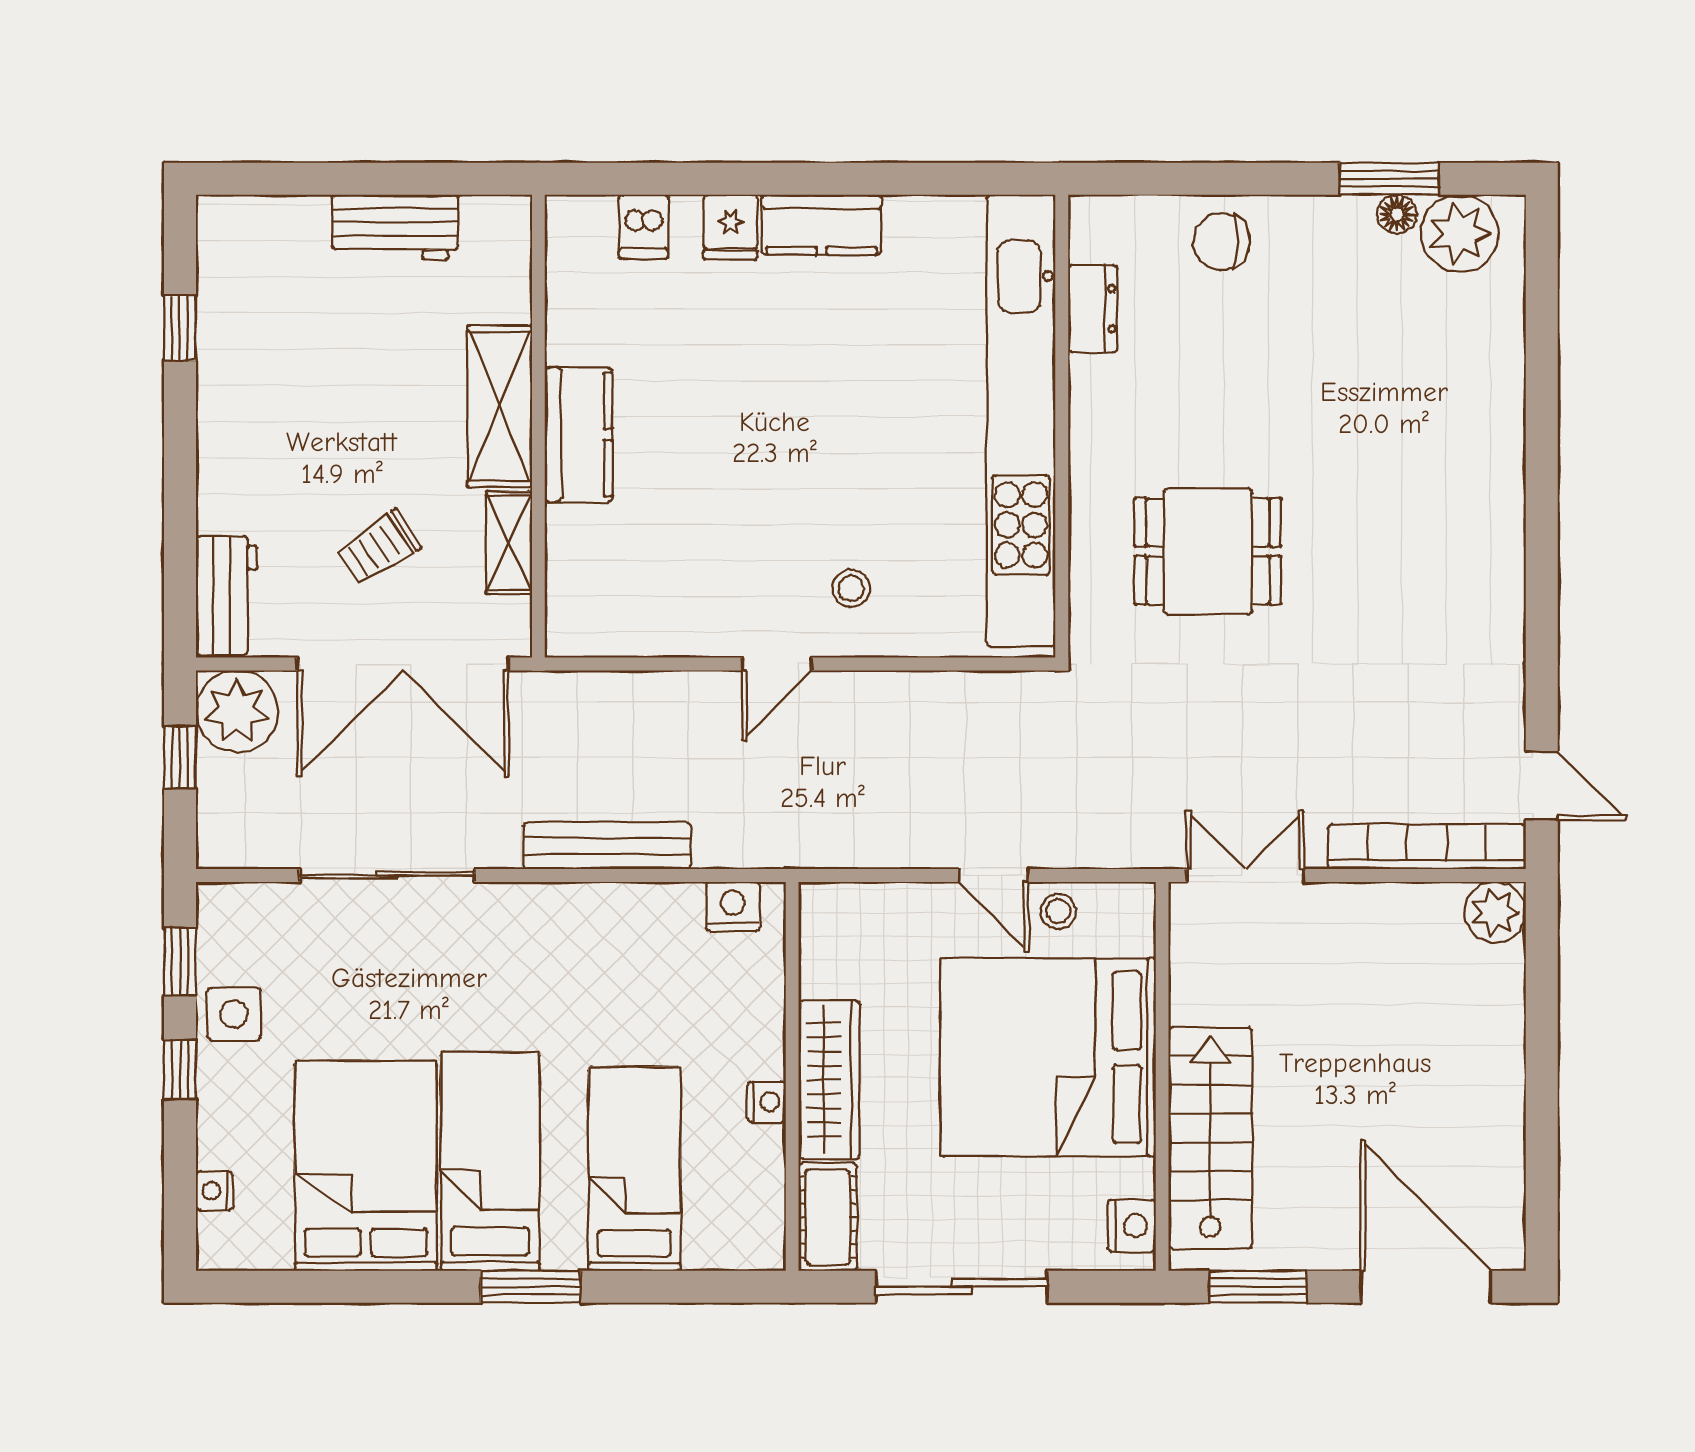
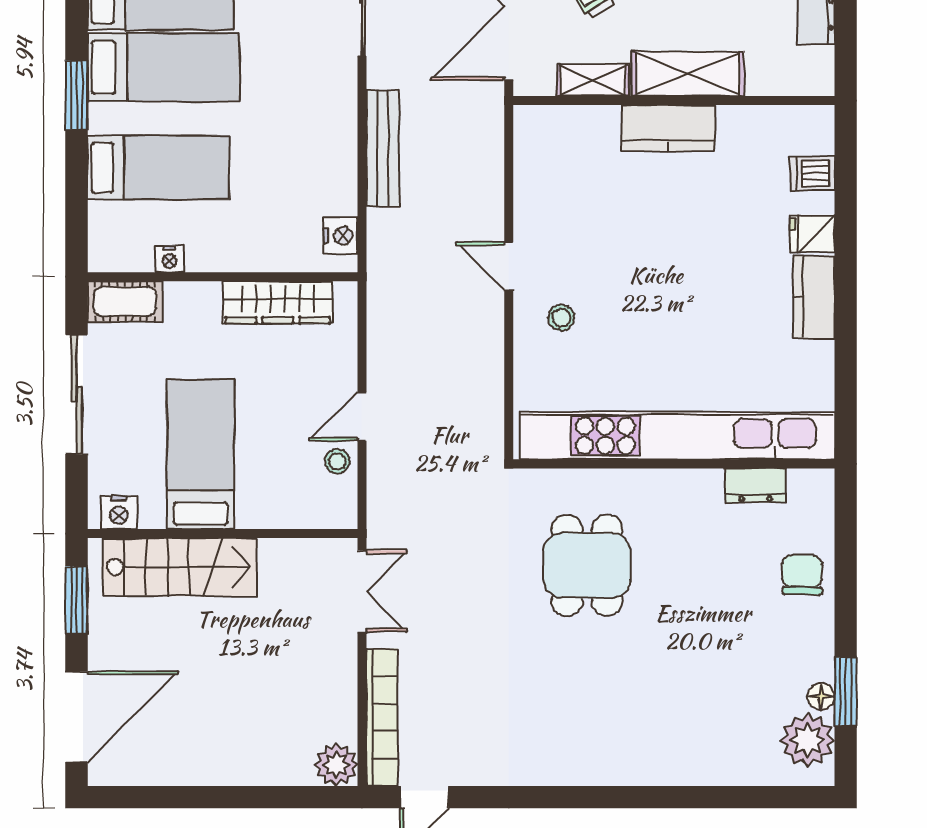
bed: (1048, 1057) -> (201, 454), width x0.49
wardrobe: (829, 1080) -> (278, 302), moved
nightstand: (767, 1102) -> (170, 259), moved

